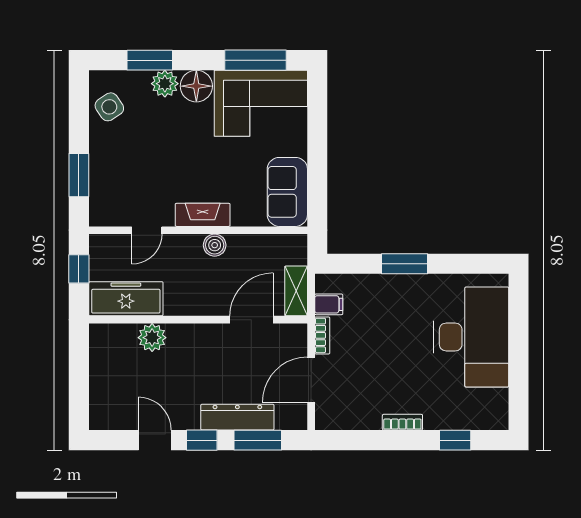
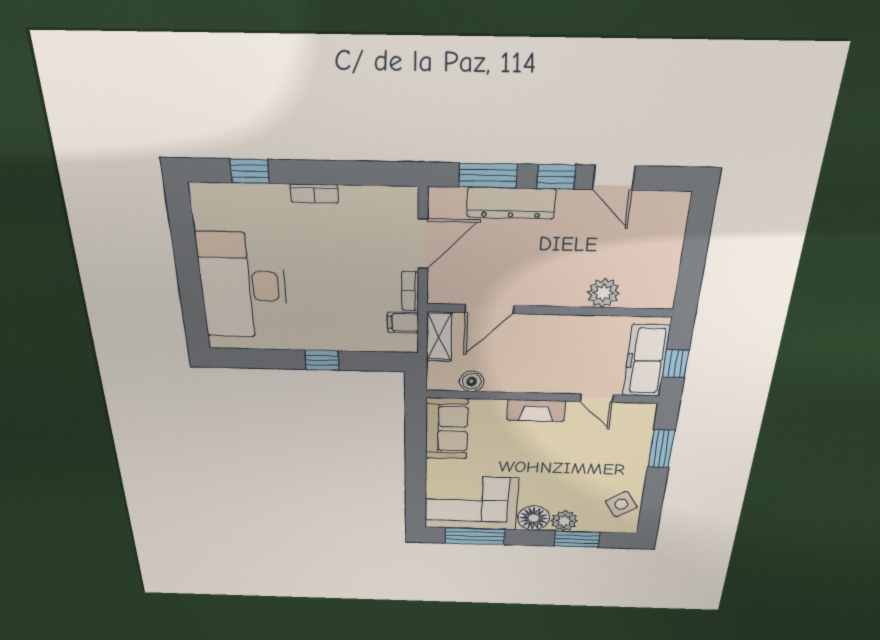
door: (147, 230) -> (597, 398), swing flipped
boiler: (215, 245) -> (472, 381), moved
window: (405, 264) -> (322, 360), width x0.67
freezer: (126, 299) -> (646, 361), moved, turned 90

